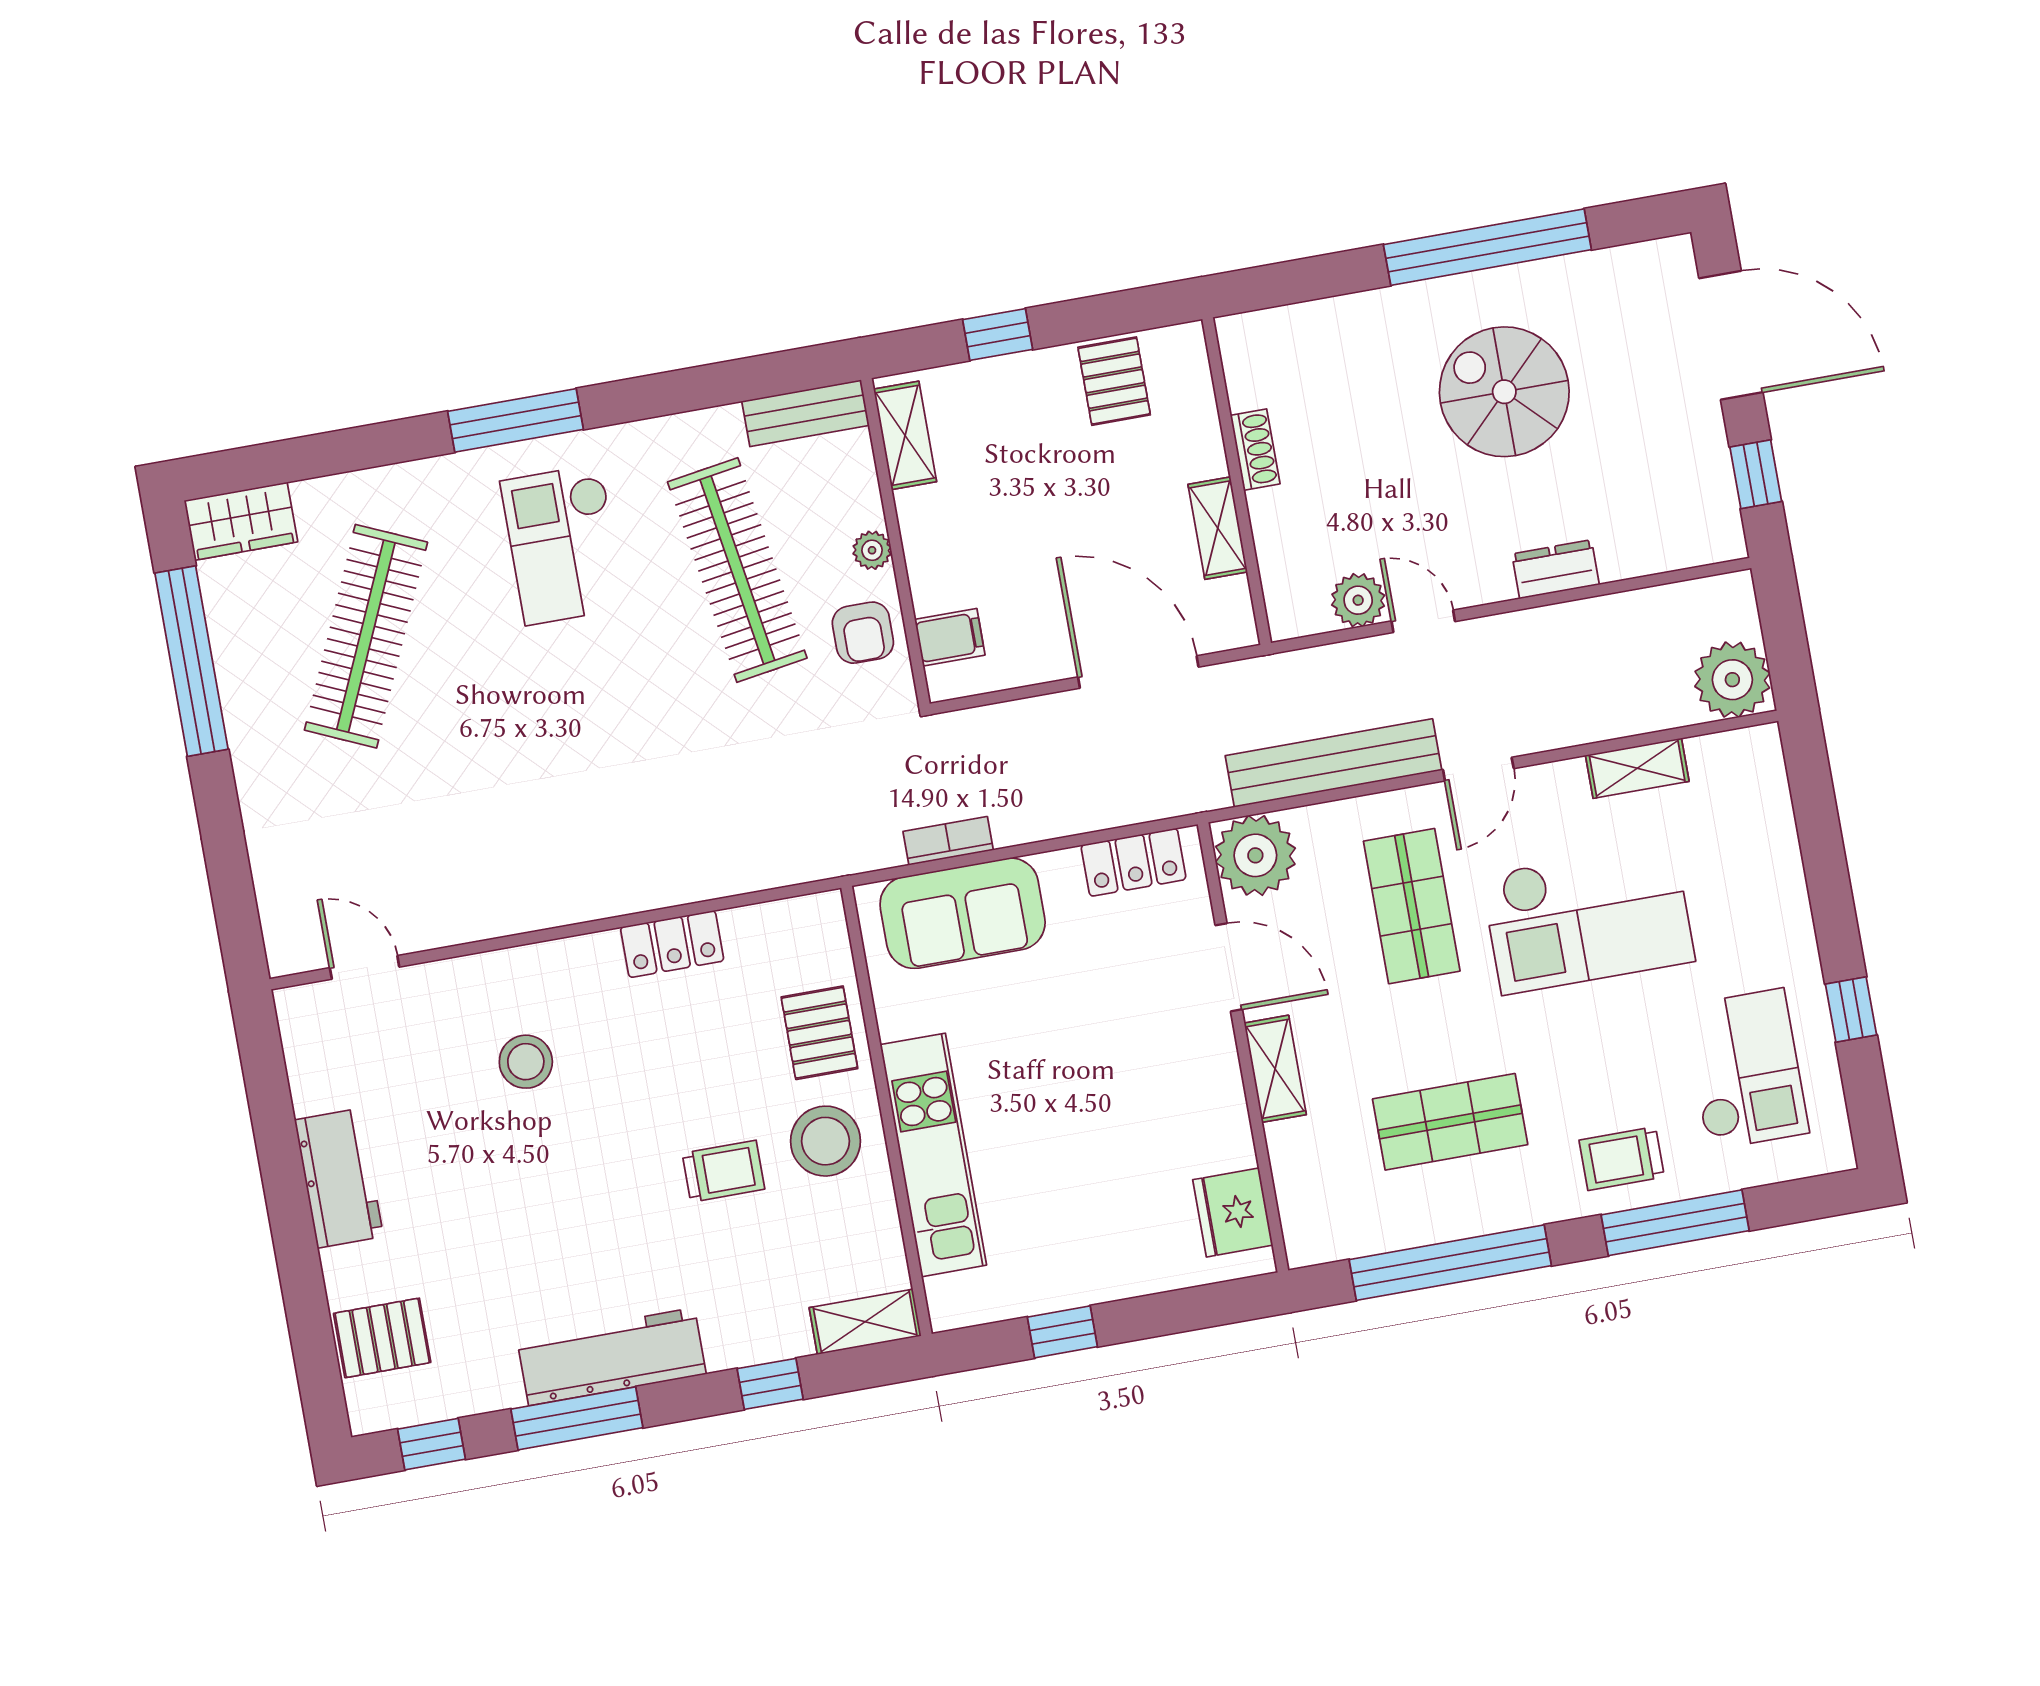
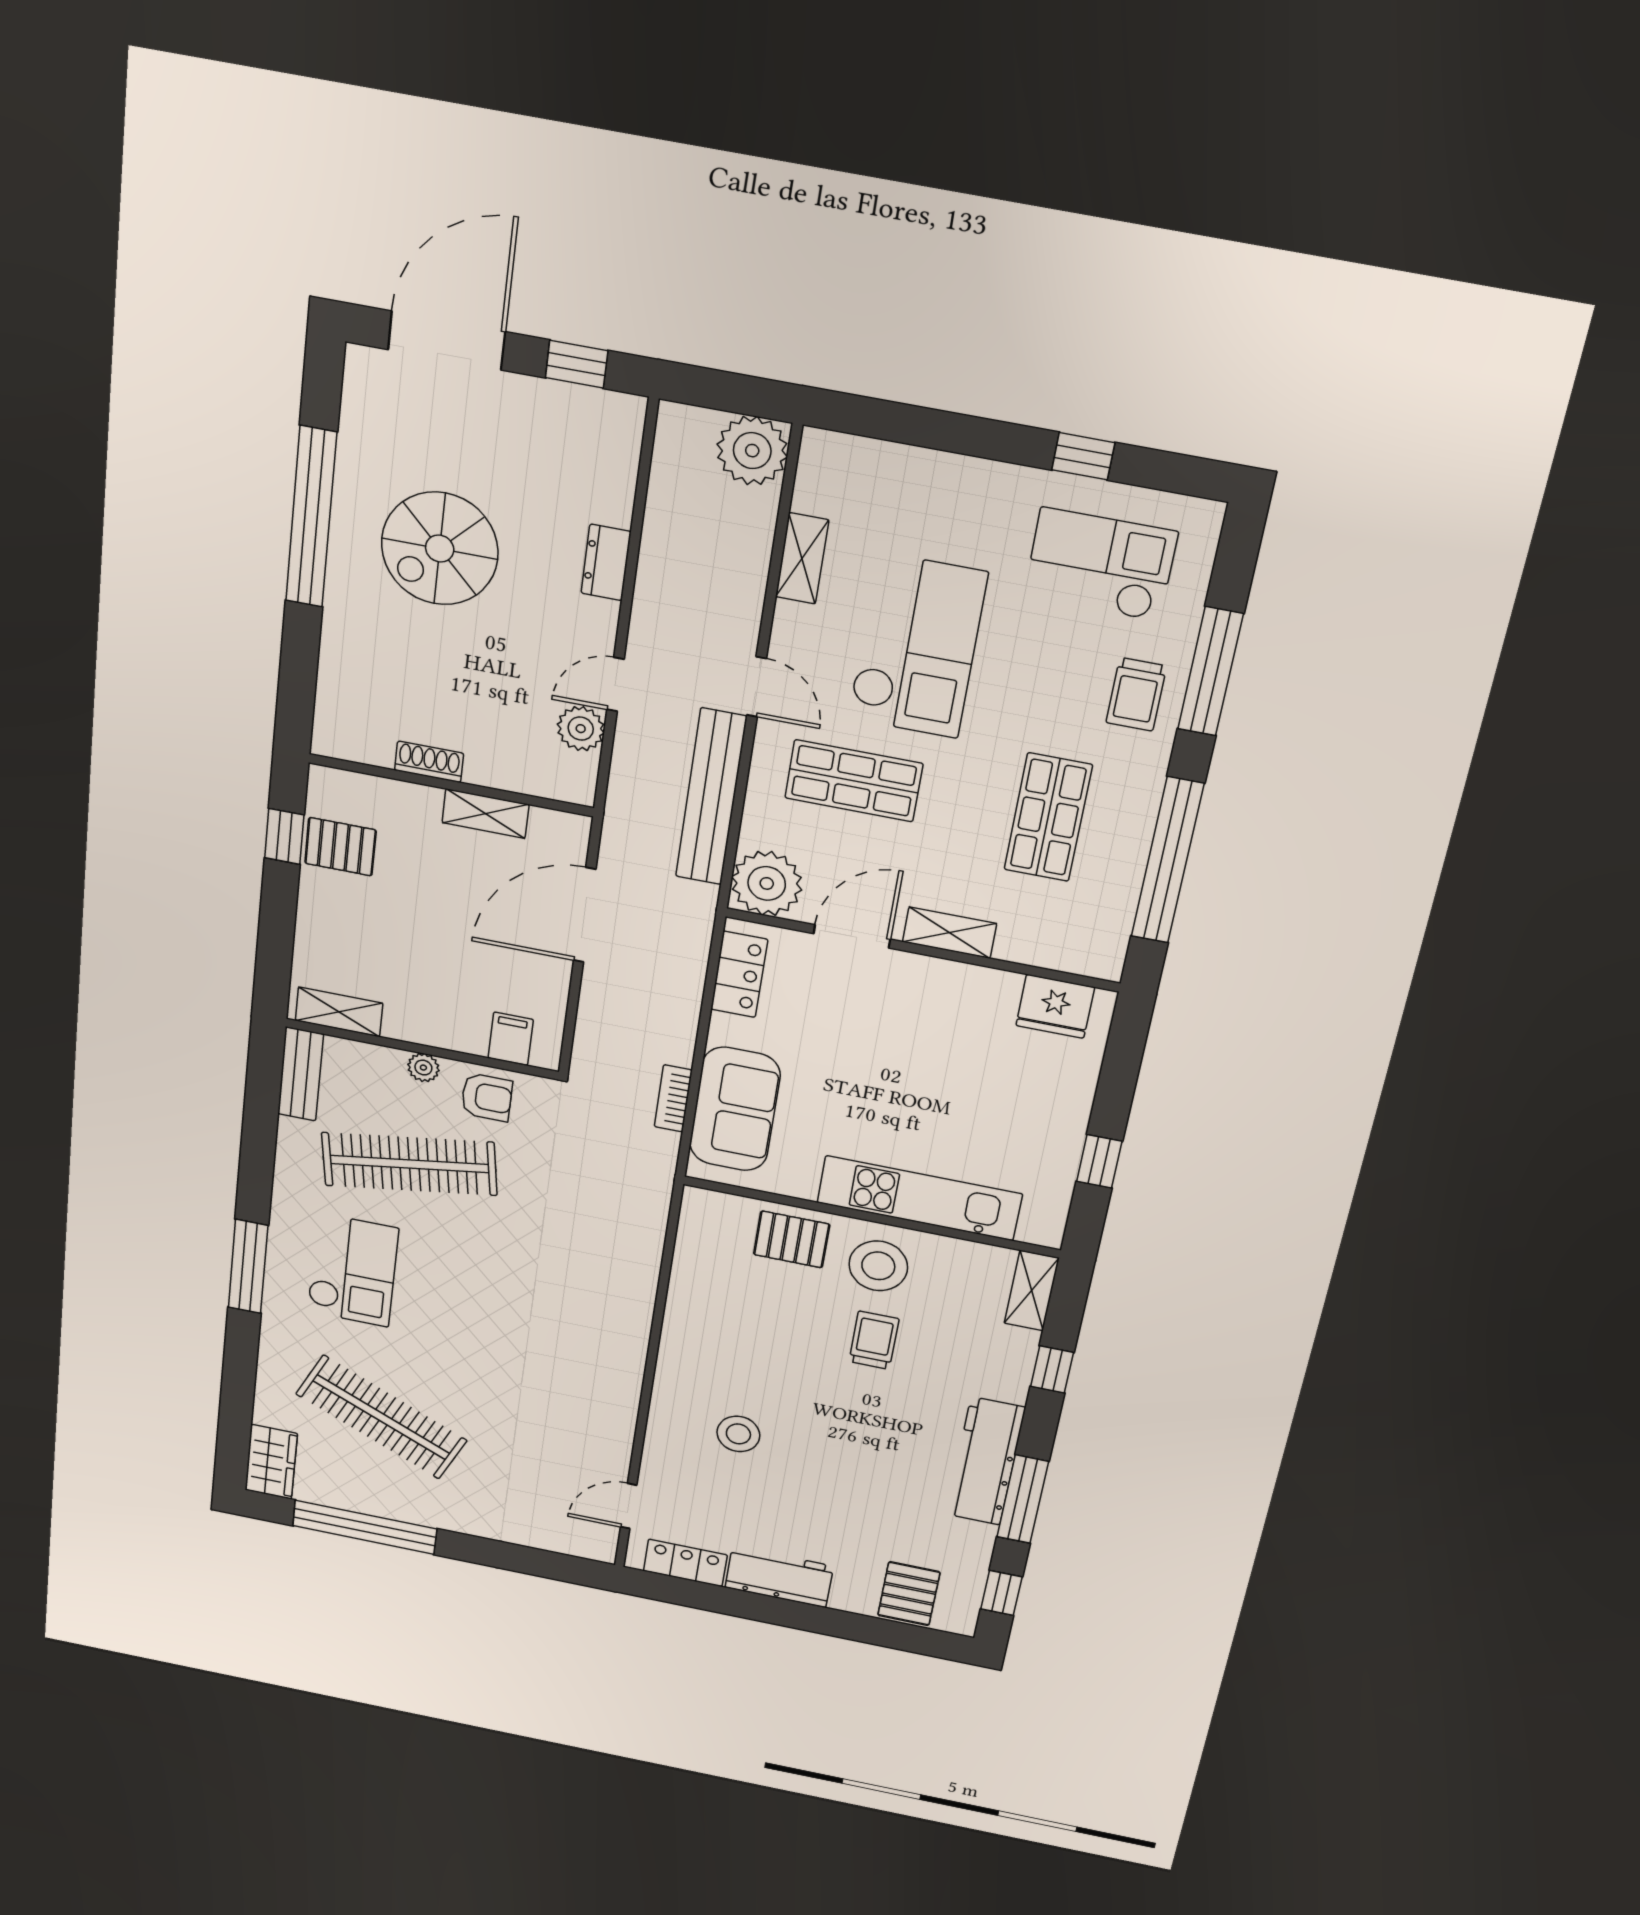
window: (998, 334) -> (284, 836), moved
checkout: (563, 544) -> (353, 1270), turned -90
locker: (672, 944) -> (685, 1563), moved, turned -90

